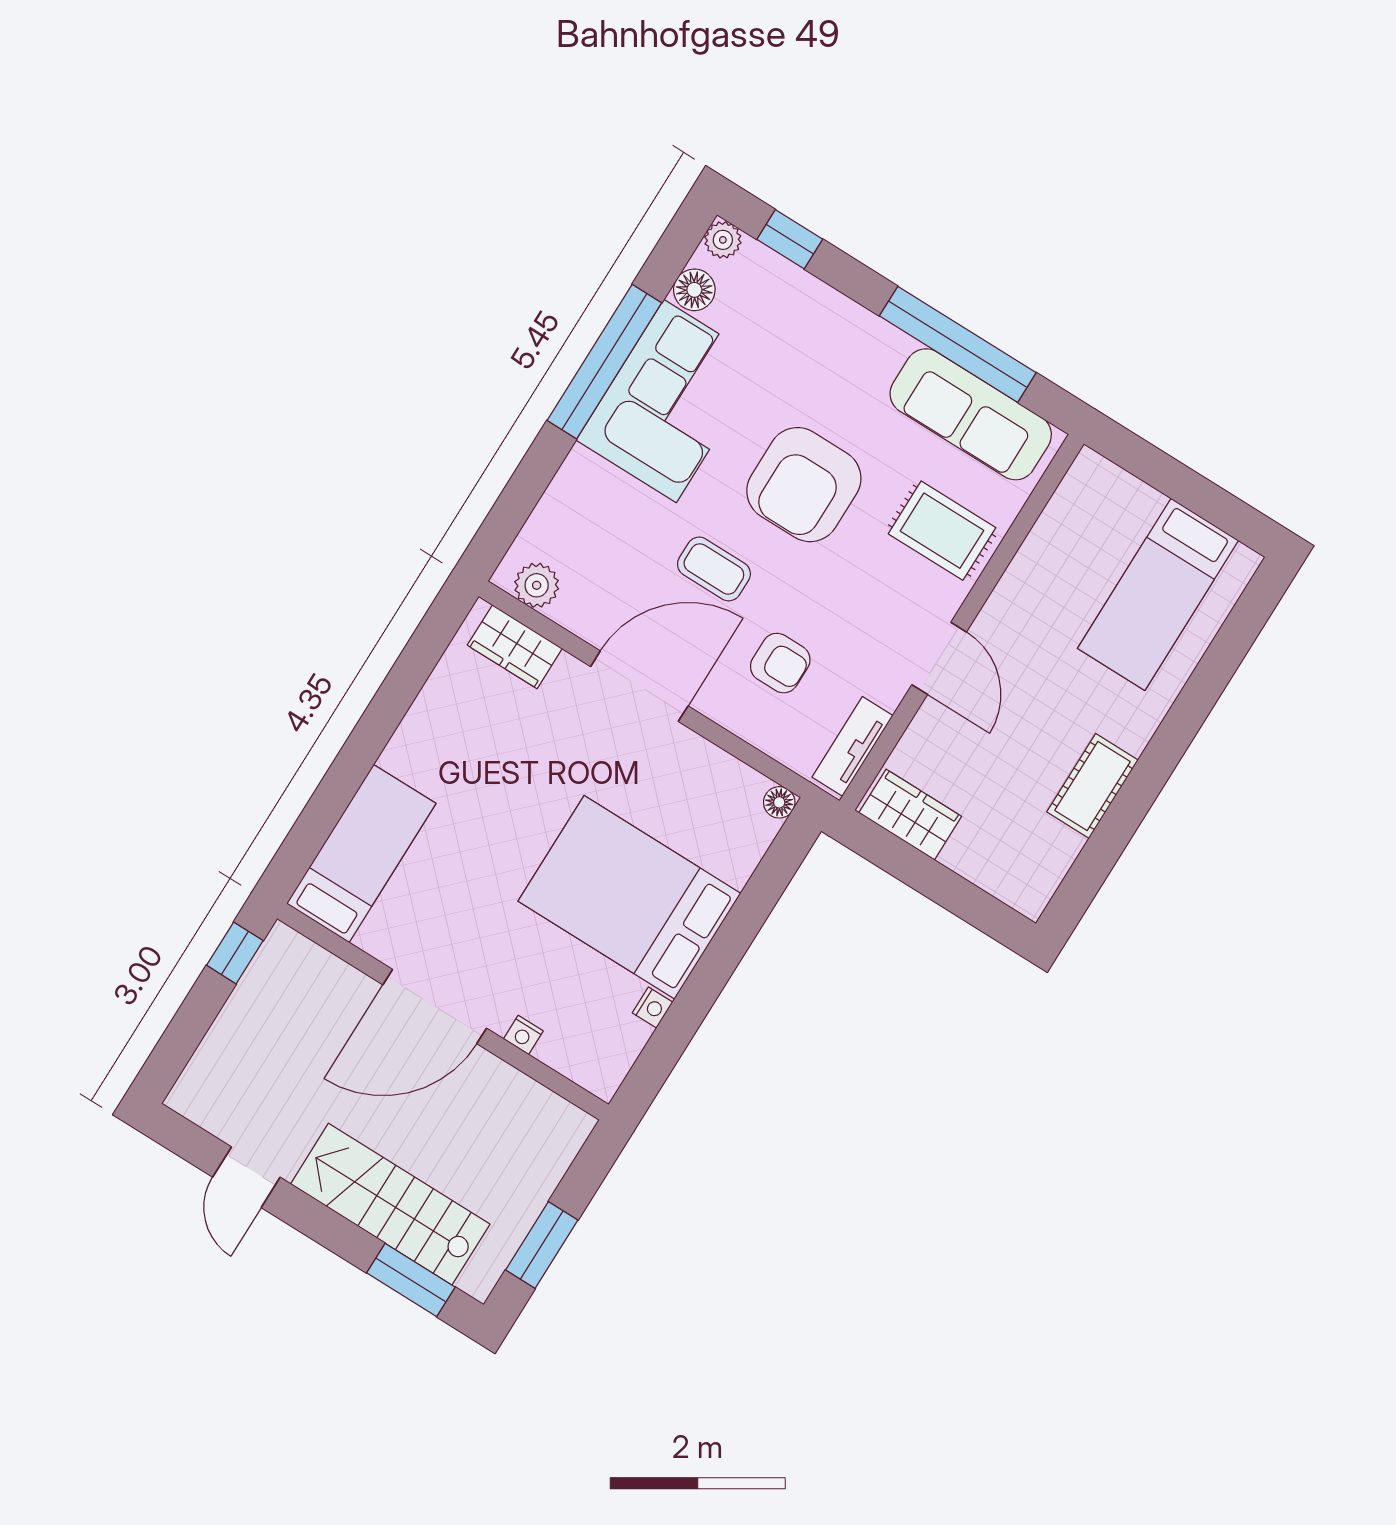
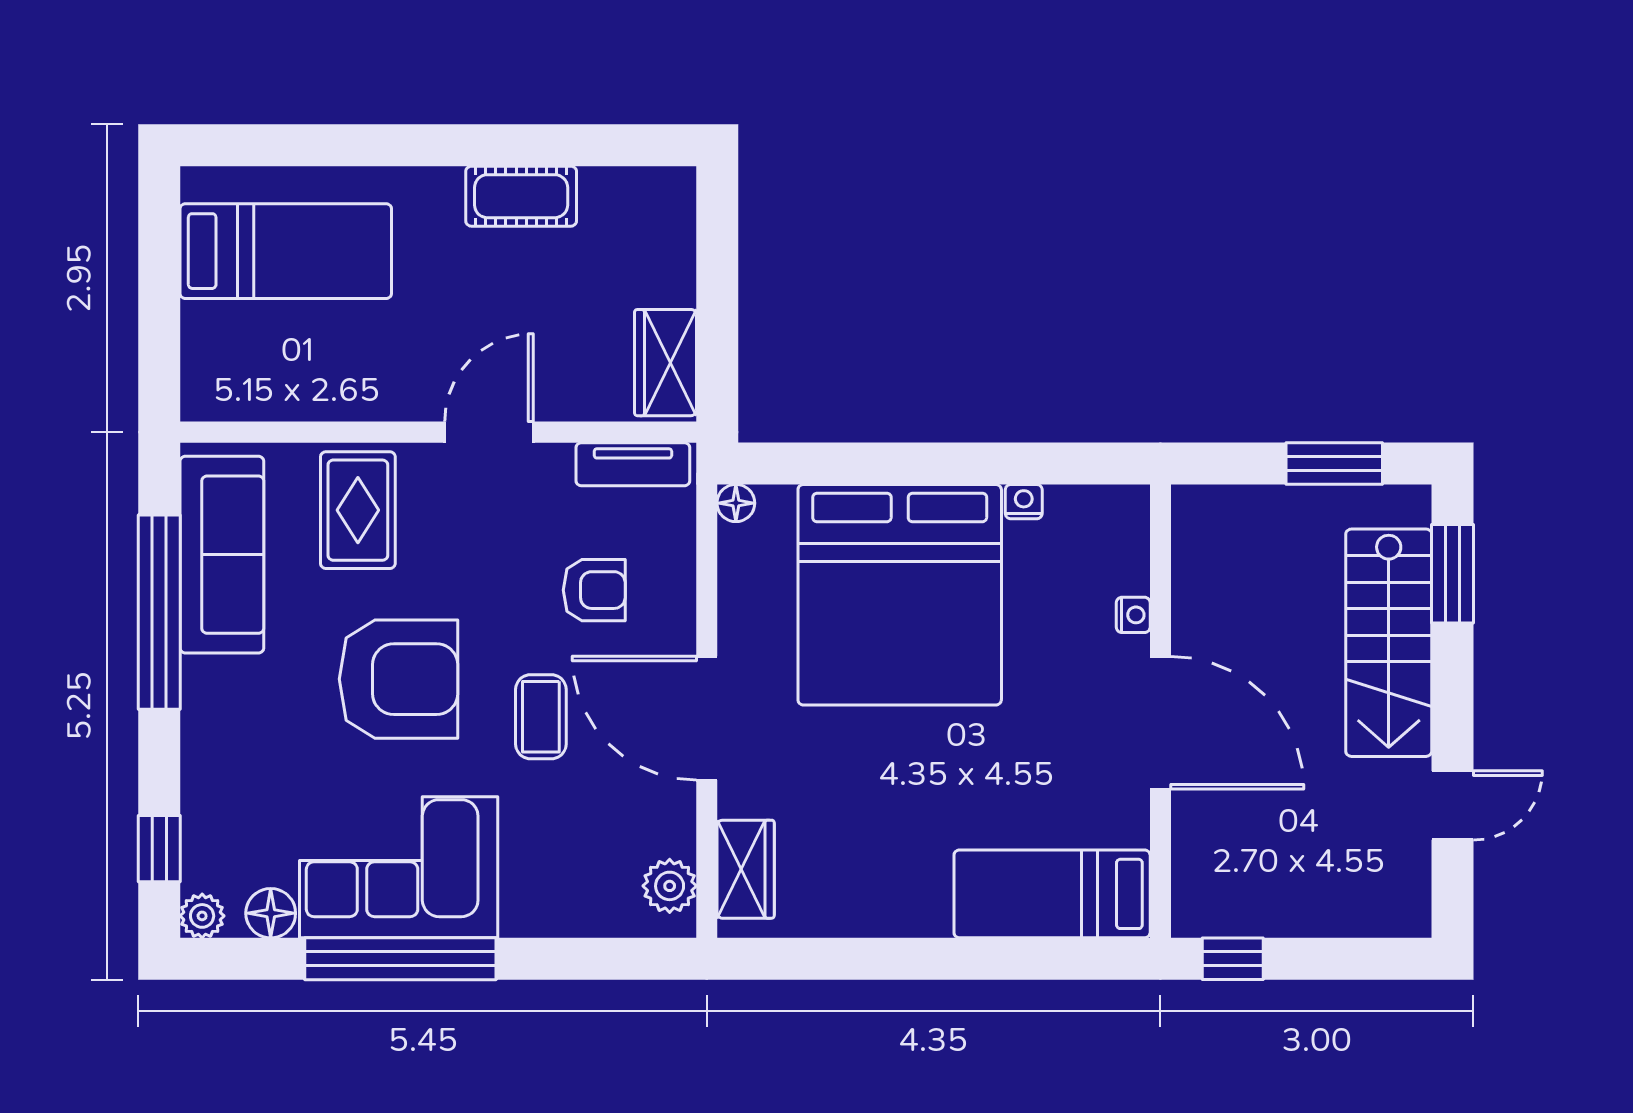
armchair: (780, 663) -> (594, 590), turned 90
bed: (629, 897) -> (900, 595), width x1.36

